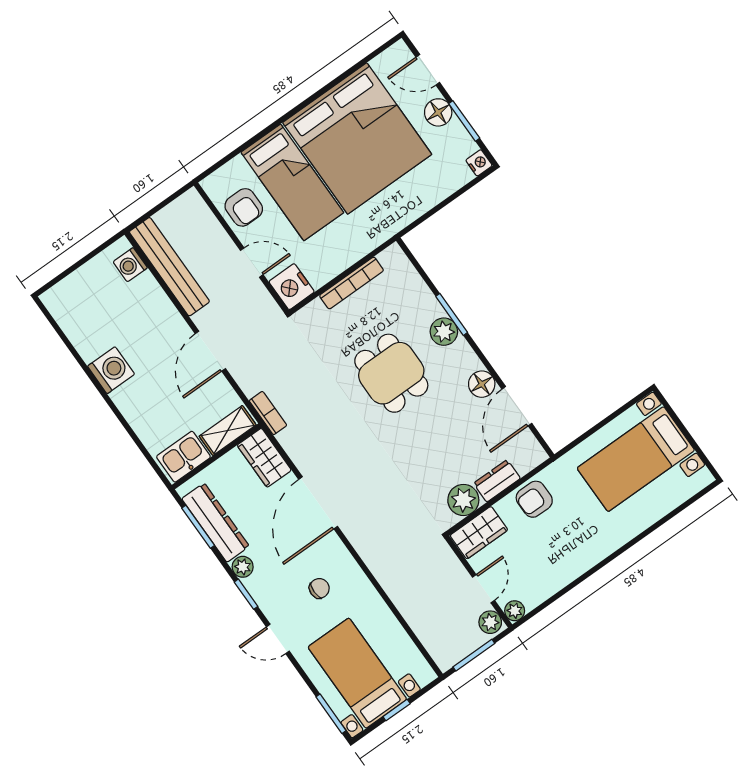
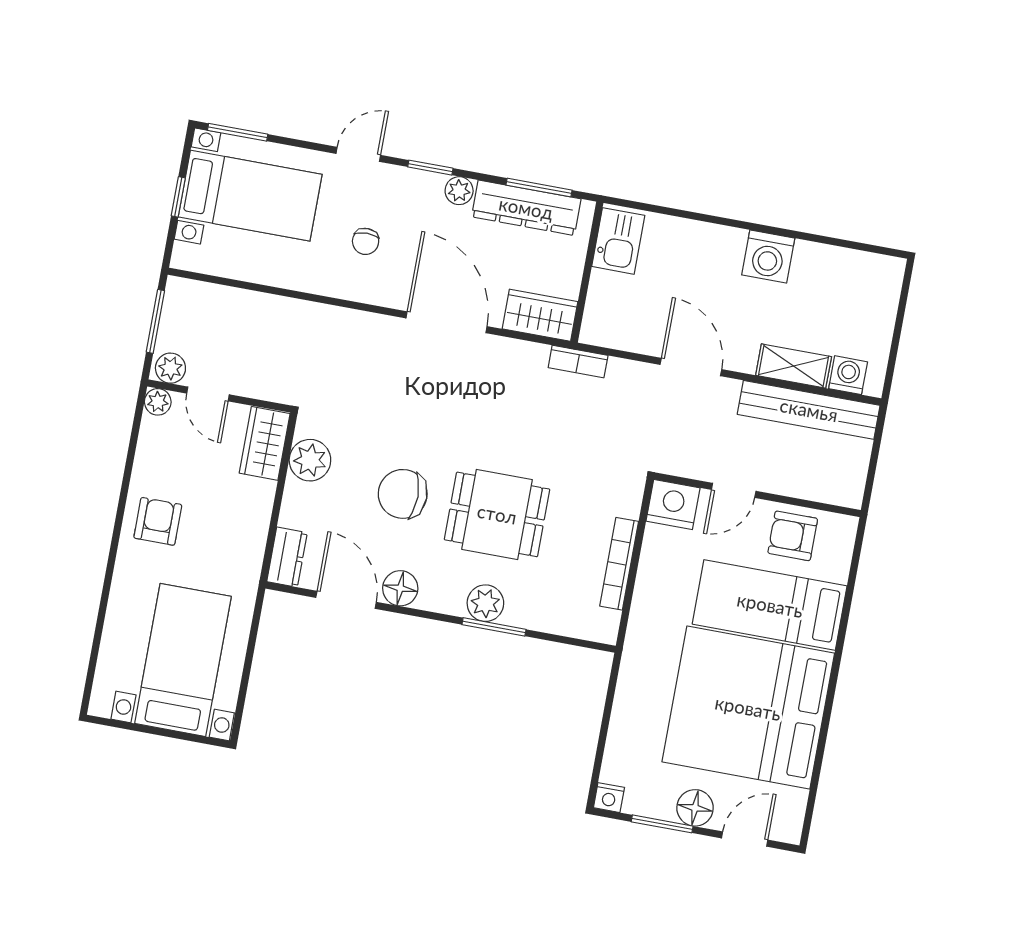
shelving: (228, 430) -> (794, 366), moved, turned 90
chair: (431, 433) -> (403, 494), added
dresser: (497, 481) -> (287, 557), moved
armchair: (534, 499) -> (158, 521), moved

